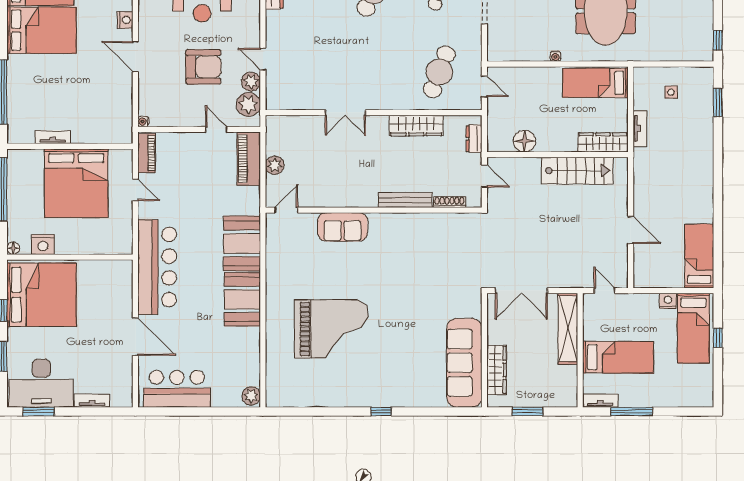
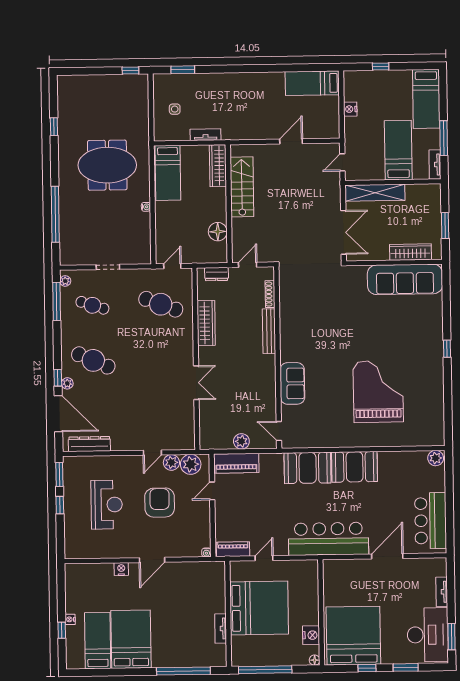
bed: (693, 328) -> (426, 99), moved, turned 90

